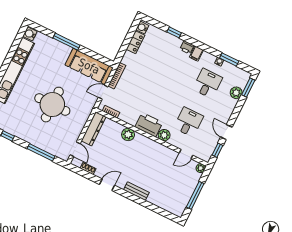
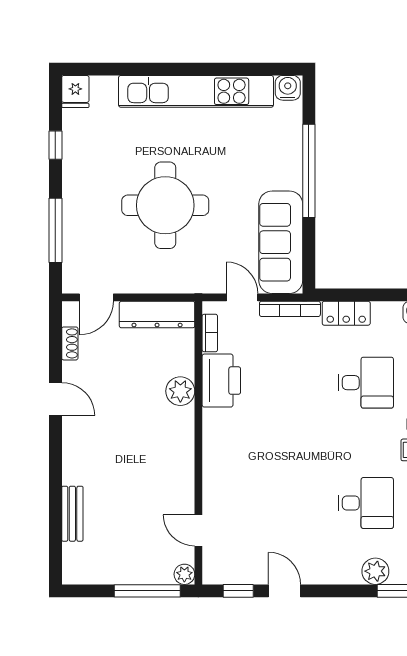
window: (67, 42) -> (309, 171), width x1.46
locker: (135, 42) -> (346, 313), moved
desk: (189, 122) -> (366, 383), moved
printer: (149, 125) -> (221, 381), moved
door: (226, 132) -> (285, 591), hinge flipped
plant: (164, 135) -> (215, 466), removed
bench: (136, 191) -> (72, 514), moved
window: (195, 195) -> (147, 591), moved

